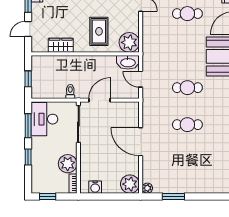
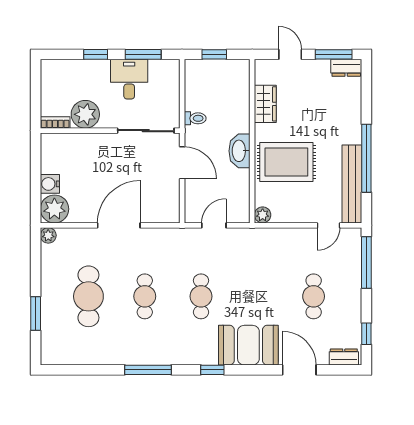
rug: (99, 31) -> (286, 162), width x1.36, depth x1.43
plant: (129, 42) -> (263, 215), width x0.53, depth x0.53
washbasin: (128, 62) -> (239, 151), moved
desk: (44, 119) -> (129, 79), moved, width x0.73
cafe table: (187, 162) -> (88, 296), added
water cooler: (95, 187) -> (50, 184), moved
window: (48, 196) -> (36, 84), removed
window: (173, 196) -> (36, 313), moved

